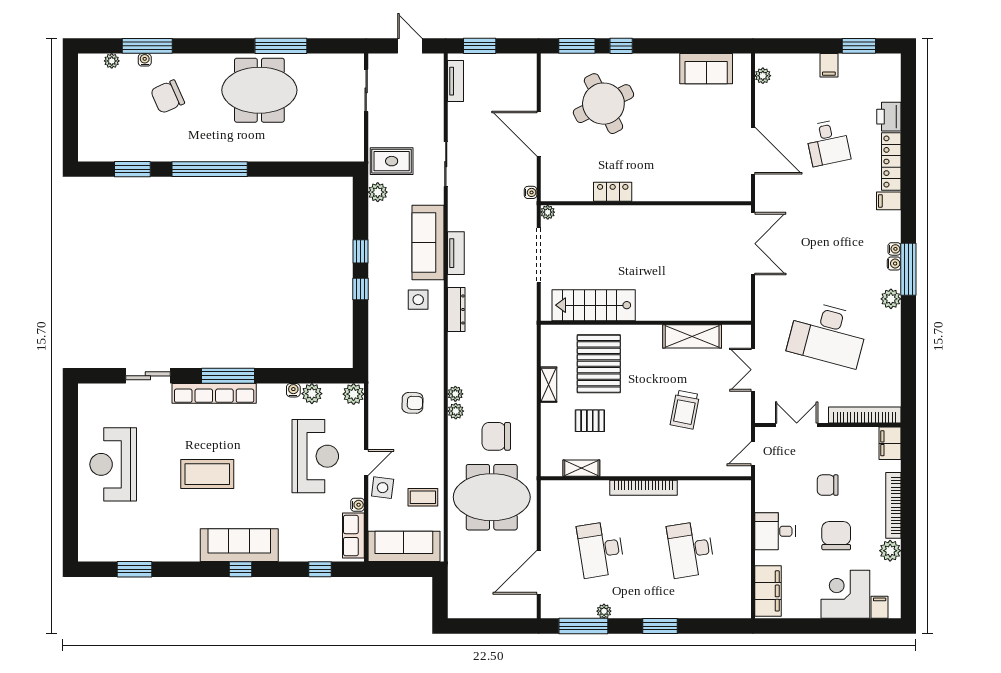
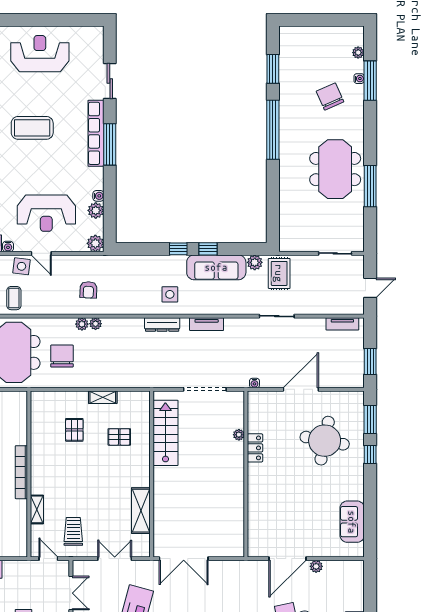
window: (480, 46) -> (370, 361), moved
plant: (763, 76) -> (316, 566), moved
round table: (603, 104) -> (325, 441), turned 37
plant: (548, 212) -> (239, 435), moved
sofa: (428, 242) -> (216, 267), moved, turned 180
double door: (753, 244) -> (184, 559), moved
pallet: (599, 364) -> (119, 437), width x0.49, depth x0.50
trolley: (685, 410) -> (73, 531), moved, turned 79
shelving: (581, 468) -> (37, 509), moved
coffee table: (207, 474) -> (32, 128), turned 90

